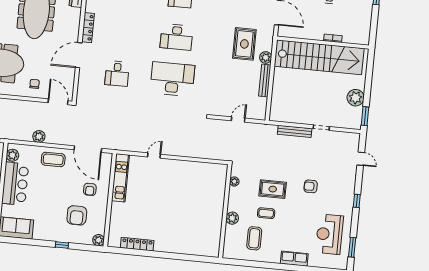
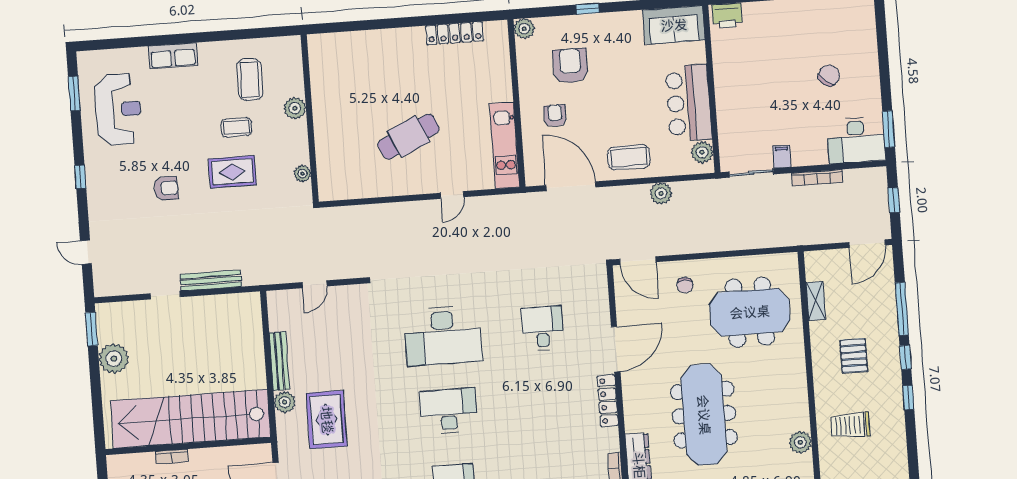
cafe table: (172, 192) -> (409, 137), added

